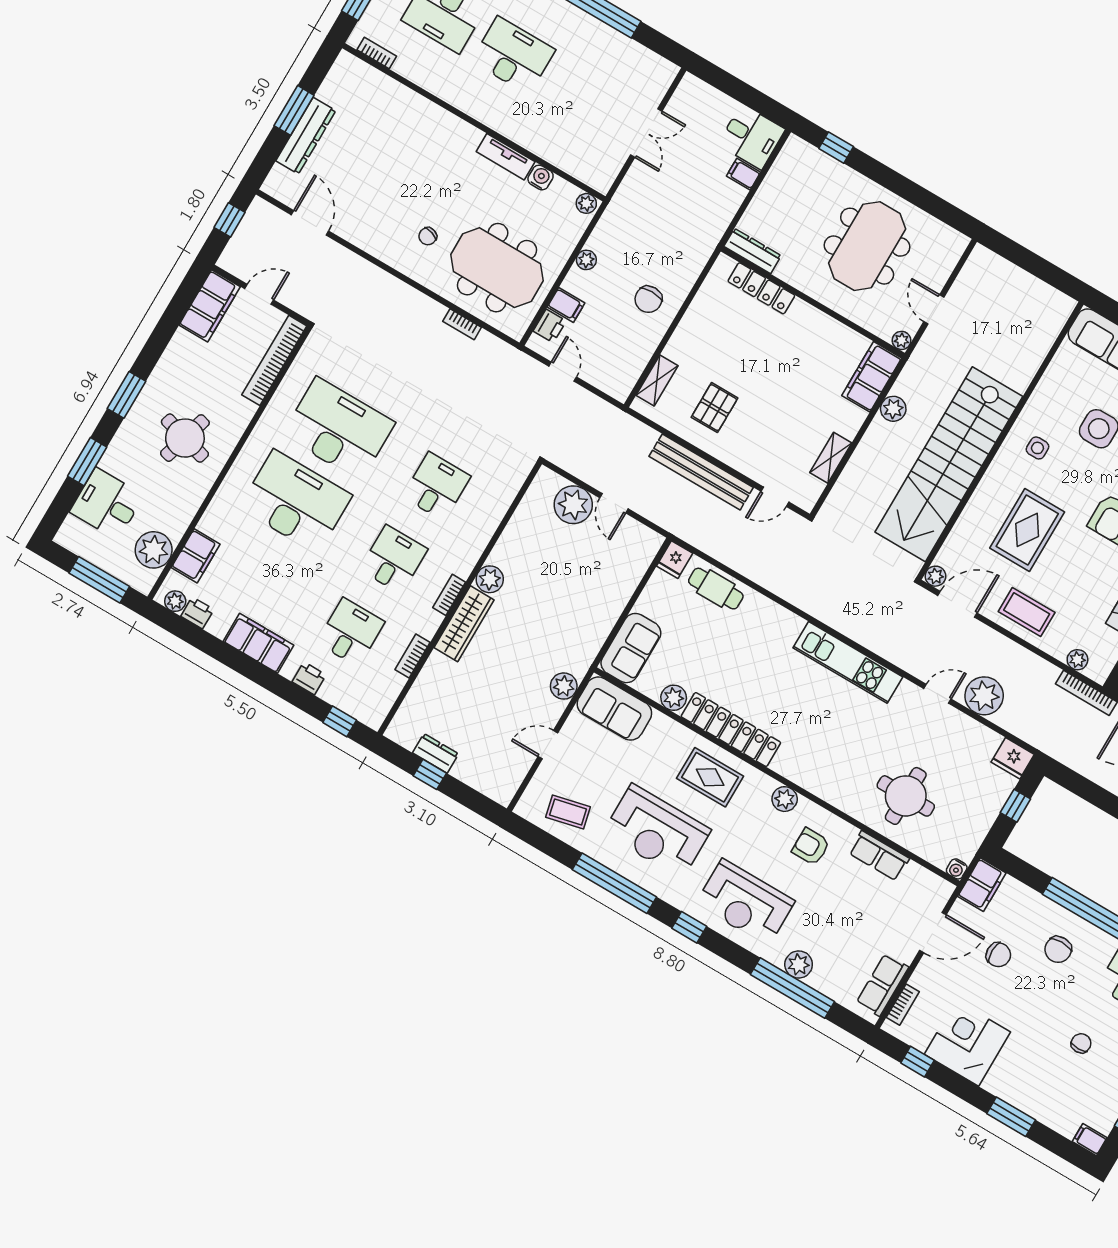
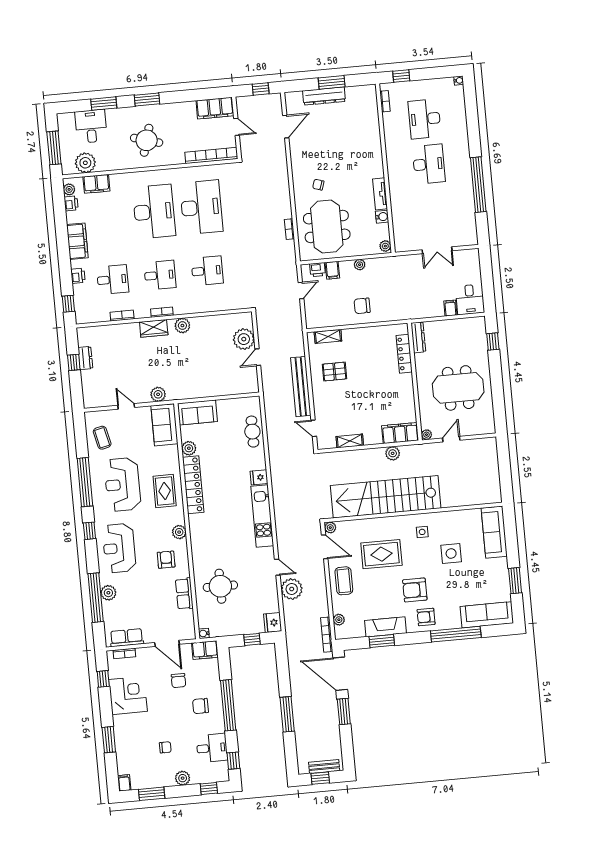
fridge: (675, 560) -> (259, 477), moved
wardrobe: (464, 624) -> (154, 328), width x0.67

